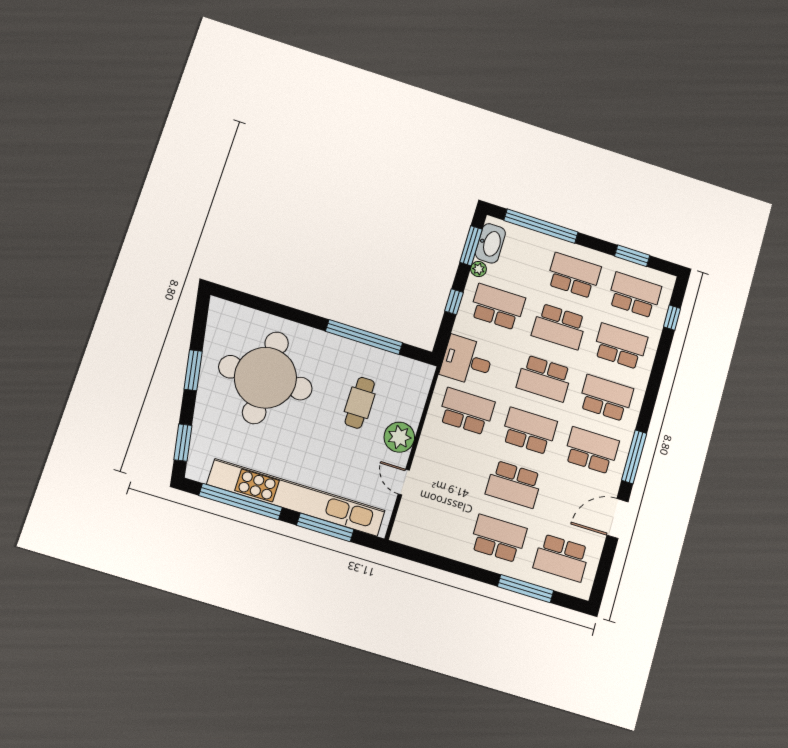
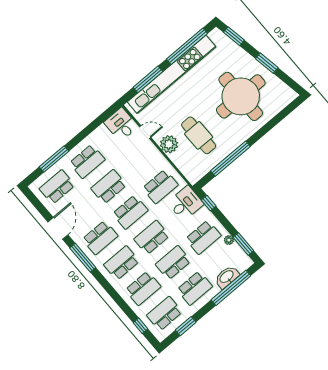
washbasin: (490, 243) -> (227, 277), moved, turned 90
school desk: (635, 295) -> (165, 314), turned 180
window: (454, 302) -> (209, 203), moved
school desk: (606, 398) -> (122, 263), turned 180
cafe table: (360, 403) -> (199, 135), width x1.37, depth x1.35
desk: (415, 524) -> (121, 124), added

